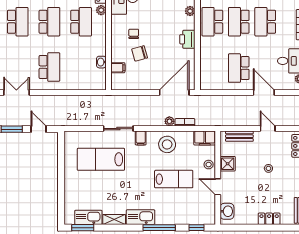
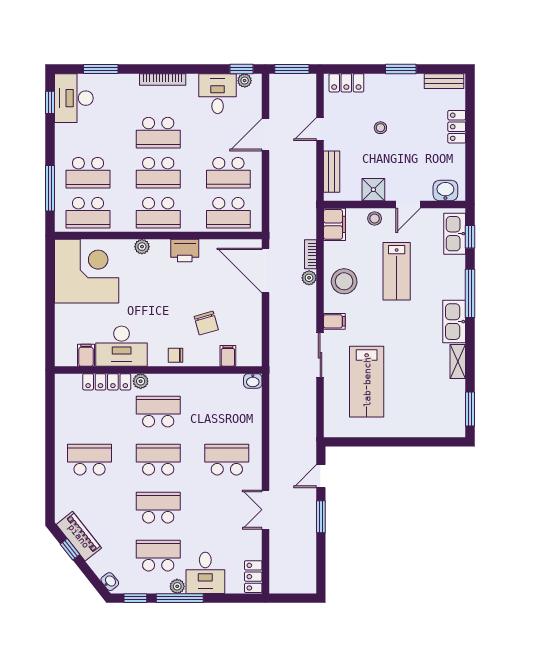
chair: (134, 34) -> (176, 355), moved
washbasin: (101, 62) -> (253, 381), moved
school desk: (212, 68) -> (228, 213), added
lab bench: (174, 179) -> (397, 271), turned 180
kitchen sink: (88, 217) -> (455, 234), moved

